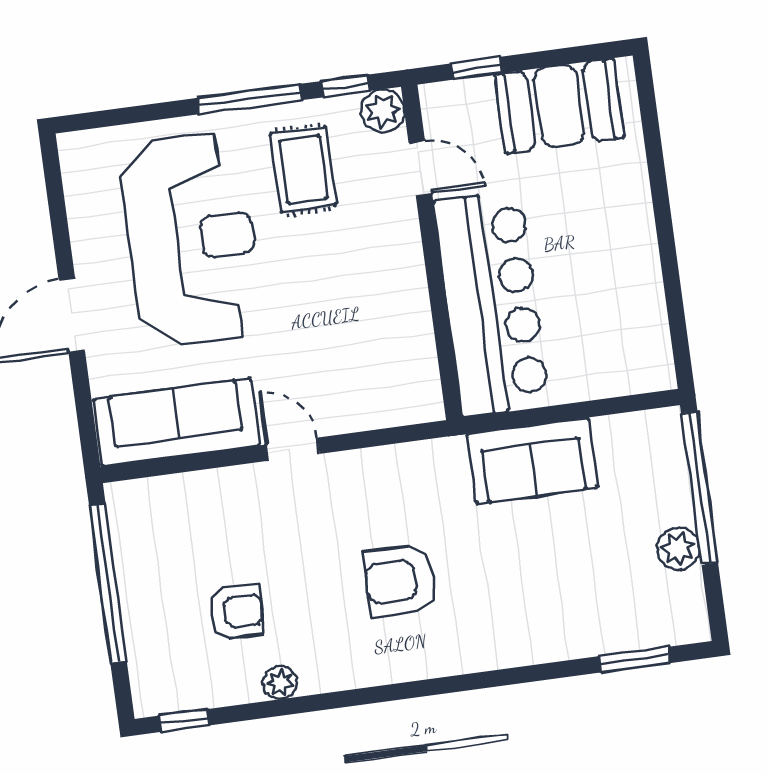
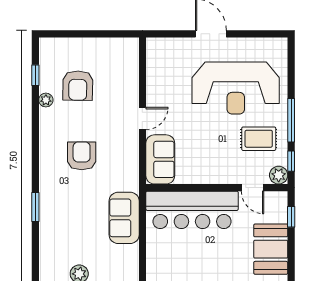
door: (420, 168) -> (253, 188), hinge flipped
sofa: (177, 422) -> (160, 159), moved, width x0.73
window: (108, 583) -> (97, 34), removed
armchair: (236, 612) -> (78, 86), width x1.38, depth x1.38
window: (635, 660) -> (35, 207), moved
window: (184, 721) -> (35, 75), moved

